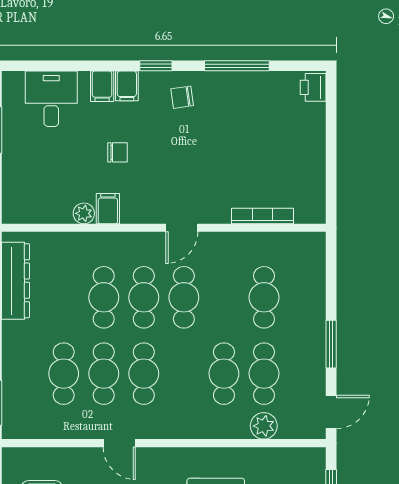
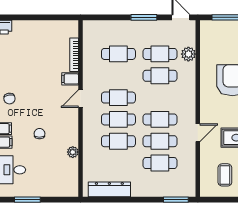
filing cabinet: (108, 209) -> (70, 79), moved
door: (182, 228) -> (81, 99), swing flipped

